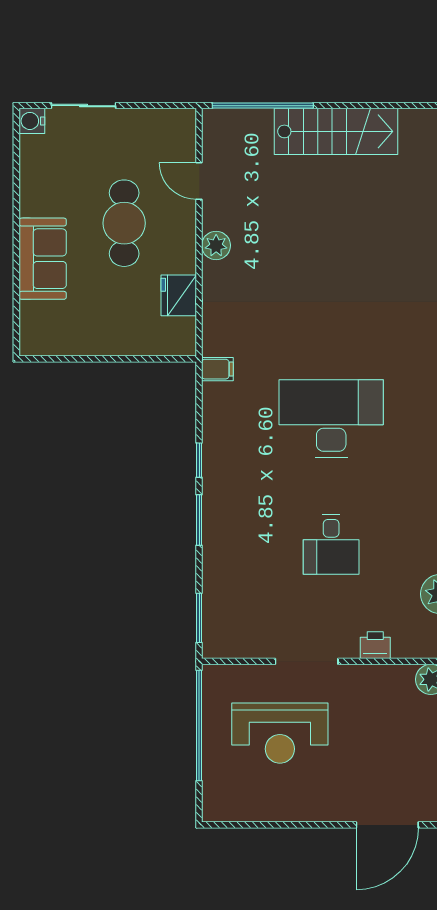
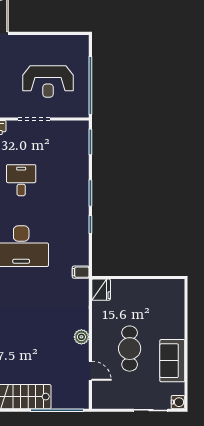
sofa: (43, 259) -> (172, 361), moved
fridge: (179, 295) -> (101, 290), moved
reception desk: (280, 733) -> (48, 81), turned 180

